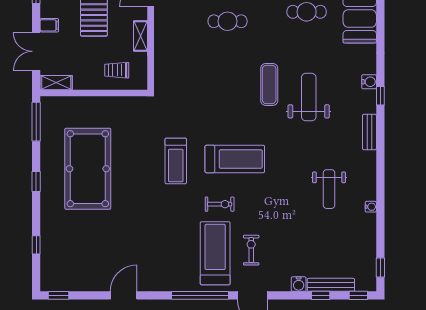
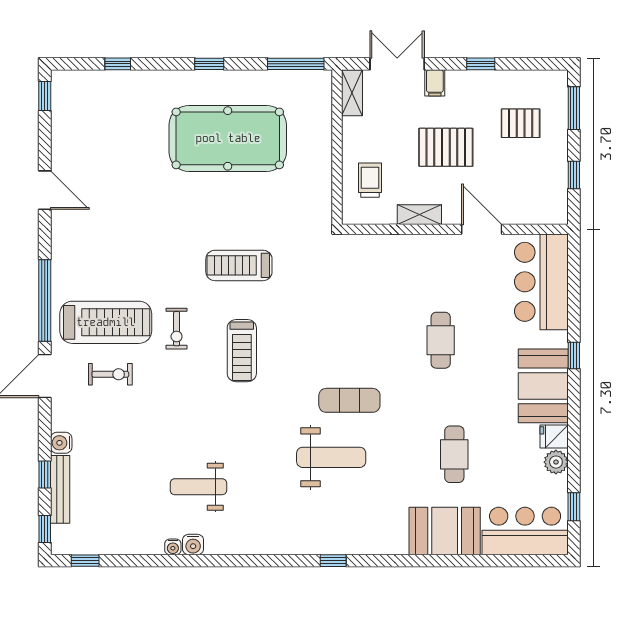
water cooler: (369, 82) -> (193, 544), moved
bench: (369, 132) -> (281, 545), removed
treadmill: (235, 159) -> (242, 351), width x0.73, depth x0.73

